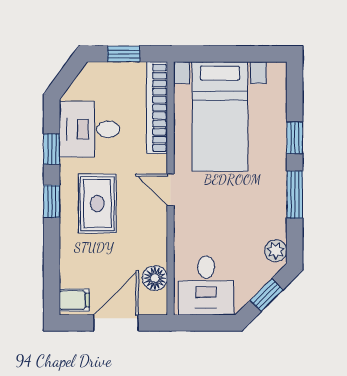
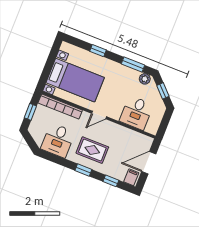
window: (52, 149) -> (111, 181), moved
window: (295, 195) -> (133, 64), moved
floor lamp: (155, 278) -> (136, 138), removed
desk: (206, 285) -> (136, 113), moved, turned 90
door: (116, 323) -> (149, 163), hinge flipped

